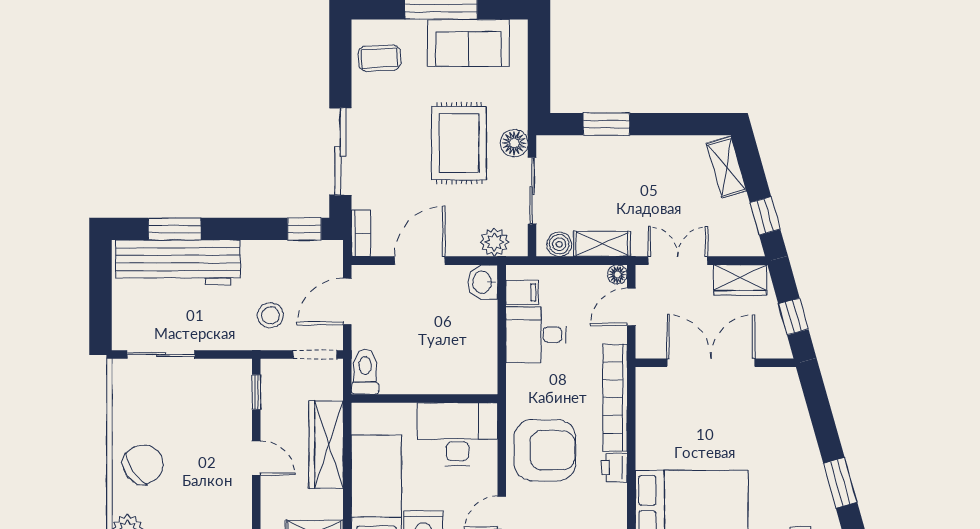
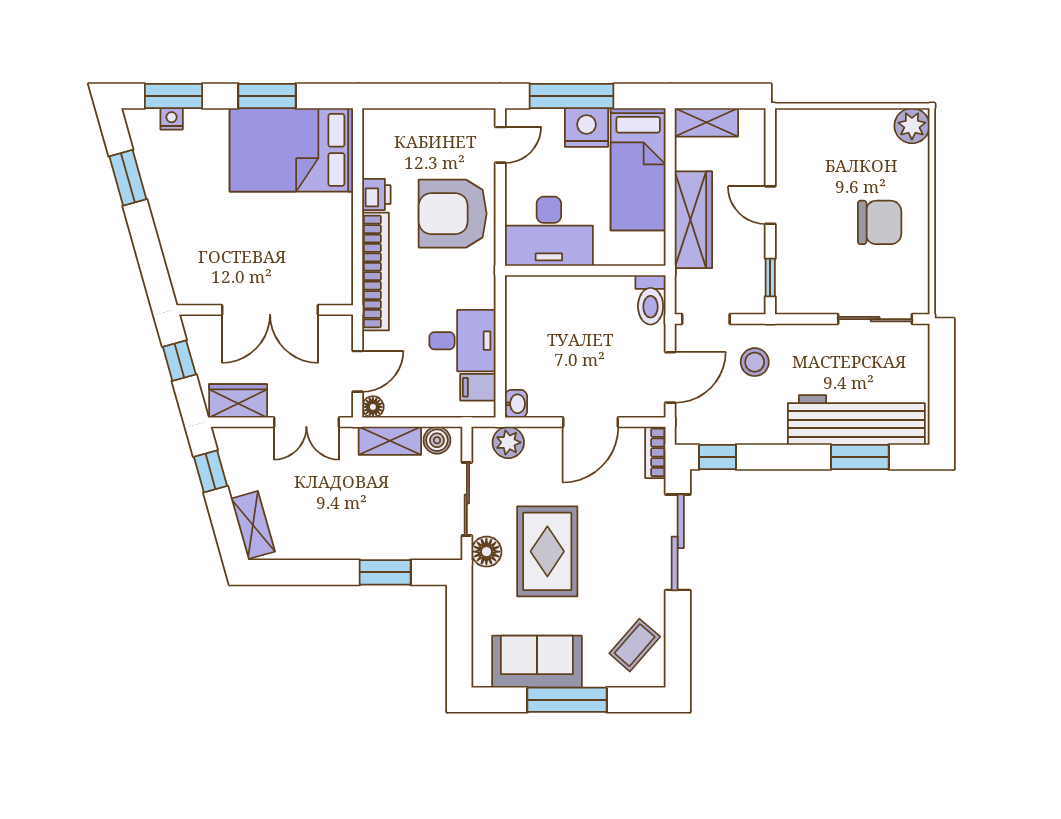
coffee table: (380, 58) -> (635, 645), turned -46
washbasin: (483, 282) -> (516, 404), width x0.72, depth x0.69
chair: (143, 464) -> (880, 222), moved, turned -146

